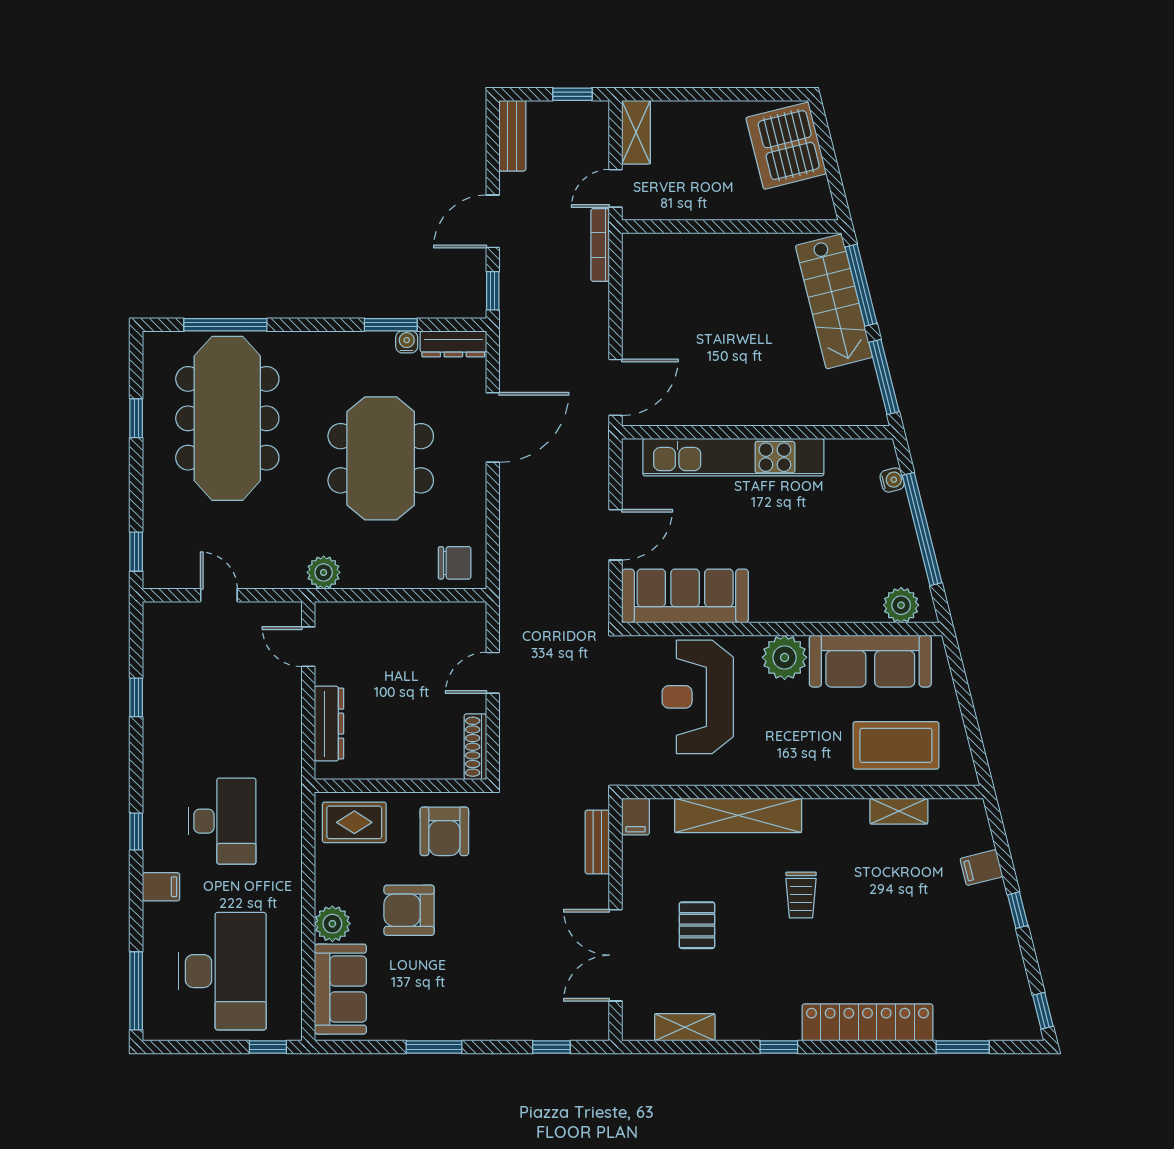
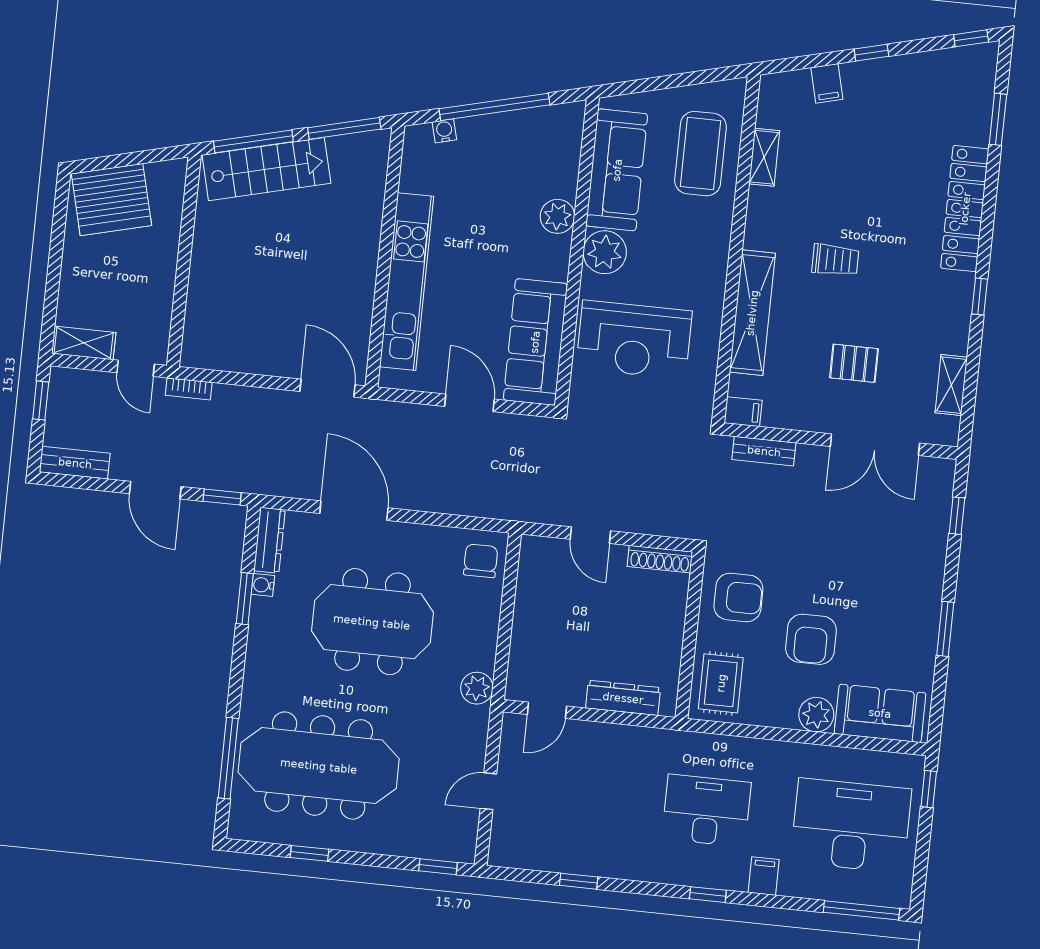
bookcase: (600, 245) -> (189, 389), width x0.64
plant: (901, 605) -> (557, 216), moved

